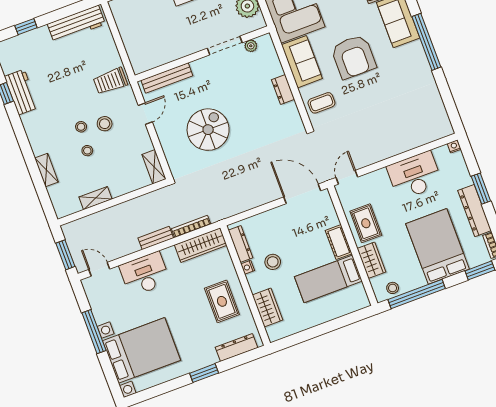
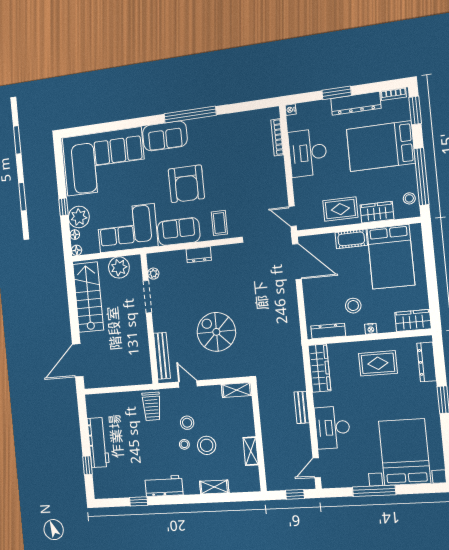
workbench: (76, 24) -> (98, 443), moved
armchair: (354, 57) -> (186, 184), turned 90
workbench: (21, 92) -> (164, 486), moved
stool: (87, 151) -> (207, 445), width x1.89, depth x1.89
door: (302, 194) -> (297, 262), swing flipped
bookcase: (191, 226) -> (277, 137), moved
window: (65, 255) -> (295, 494), width x0.67
nightstand: (248, 267) -> (371, 329), moved
bed: (328, 279) -> (391, 257), width x1.50
wardrobe: (268, 307) -> (413, 321), moved

